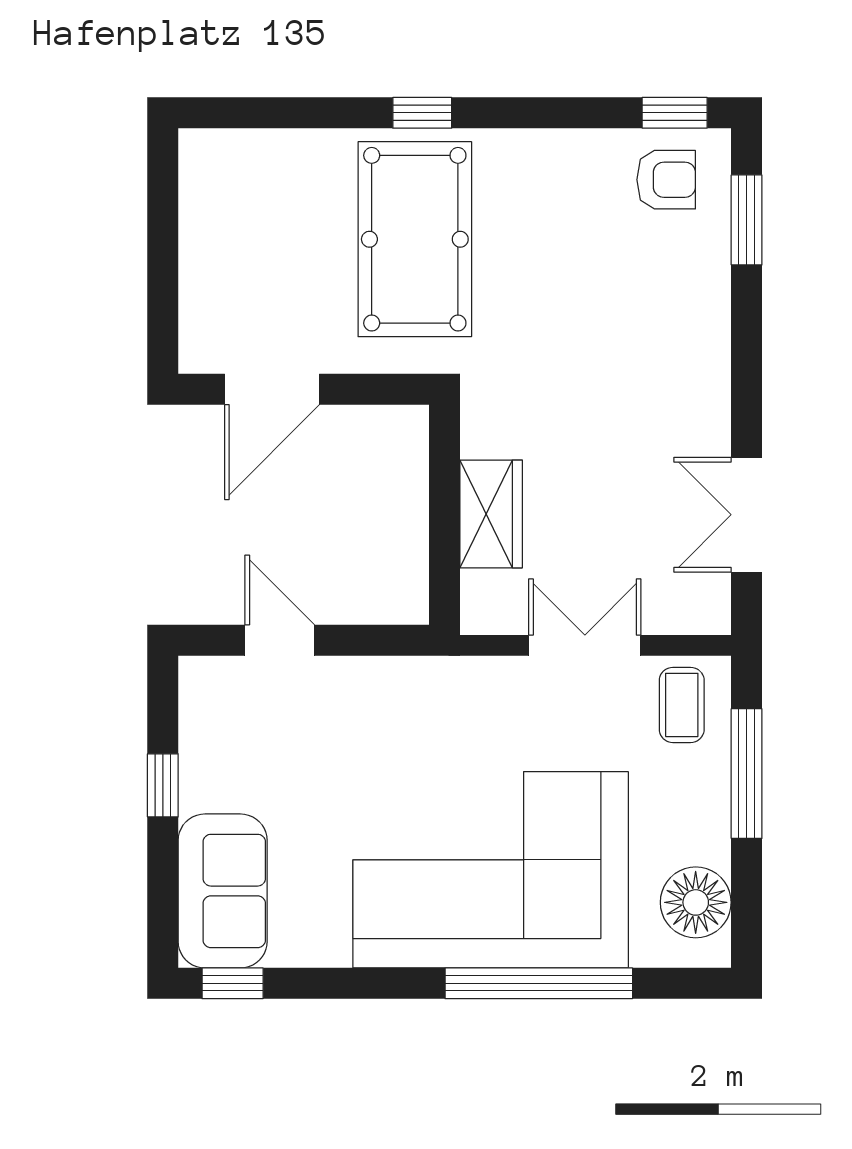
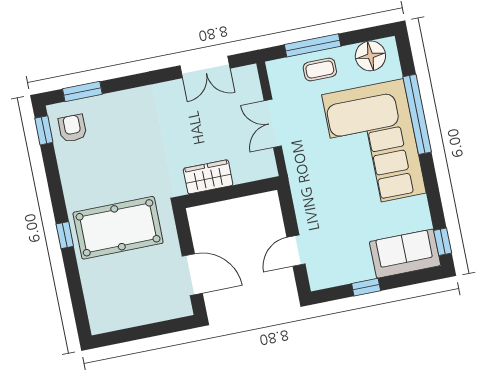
wardrobe: (491, 514) -> (208, 177), moved
coffee table: (682, 705) -> (320, 70), moved

